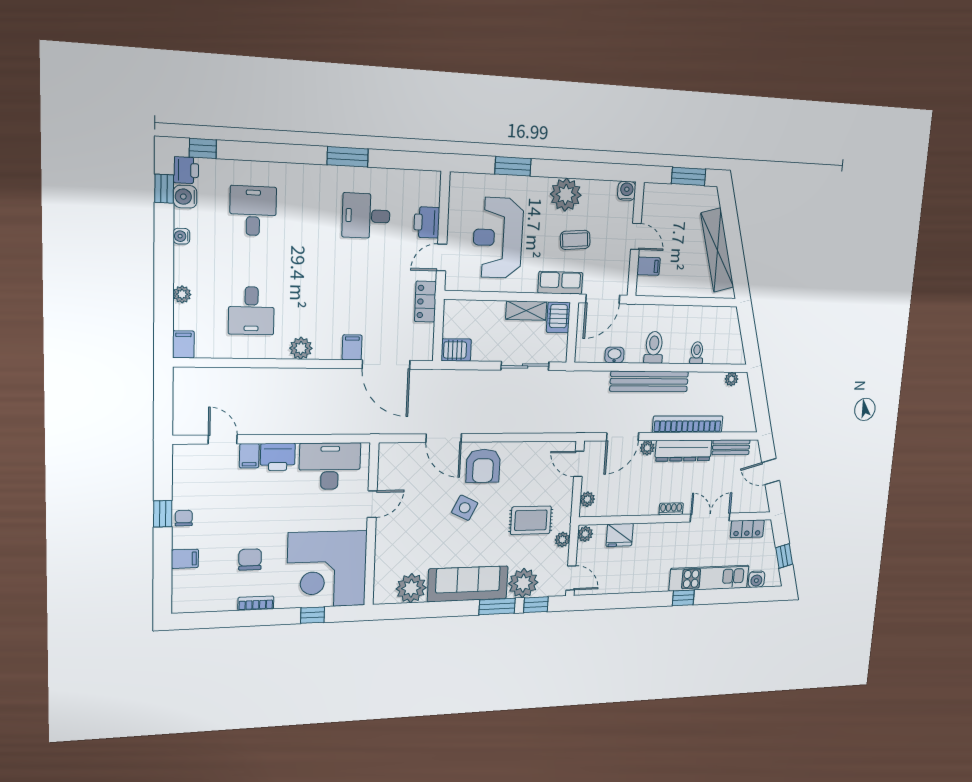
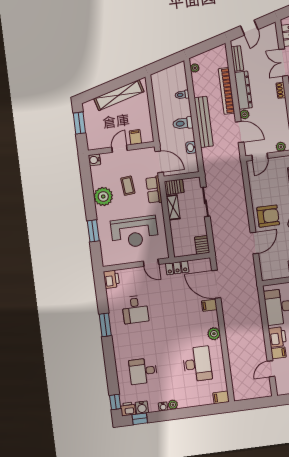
printer: (427, 222) -> (111, 279), moved, turned -90
plant: (182, 294) -> (173, 405), moved
desk: (251, 311) -> (197, 364), width x1.37
door: (386, 365) -> (216, 284), swing flipped

